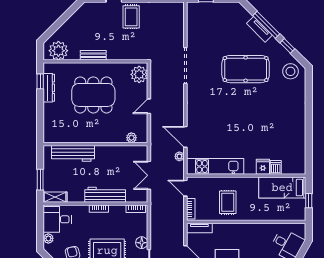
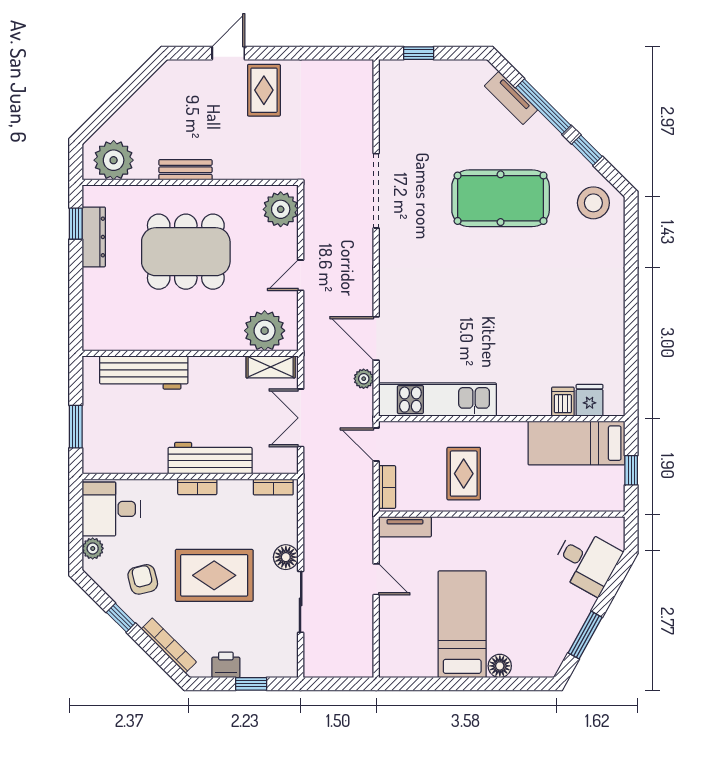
tv unit: (259, 29) -> (511, 98), moved
plant: (131, 138) -> (265, 331), width x1.87, depth x1.87
fridge: (263, 167) -> (590, 400), moved
shelving: (55, 197) -> (271, 367), moved

